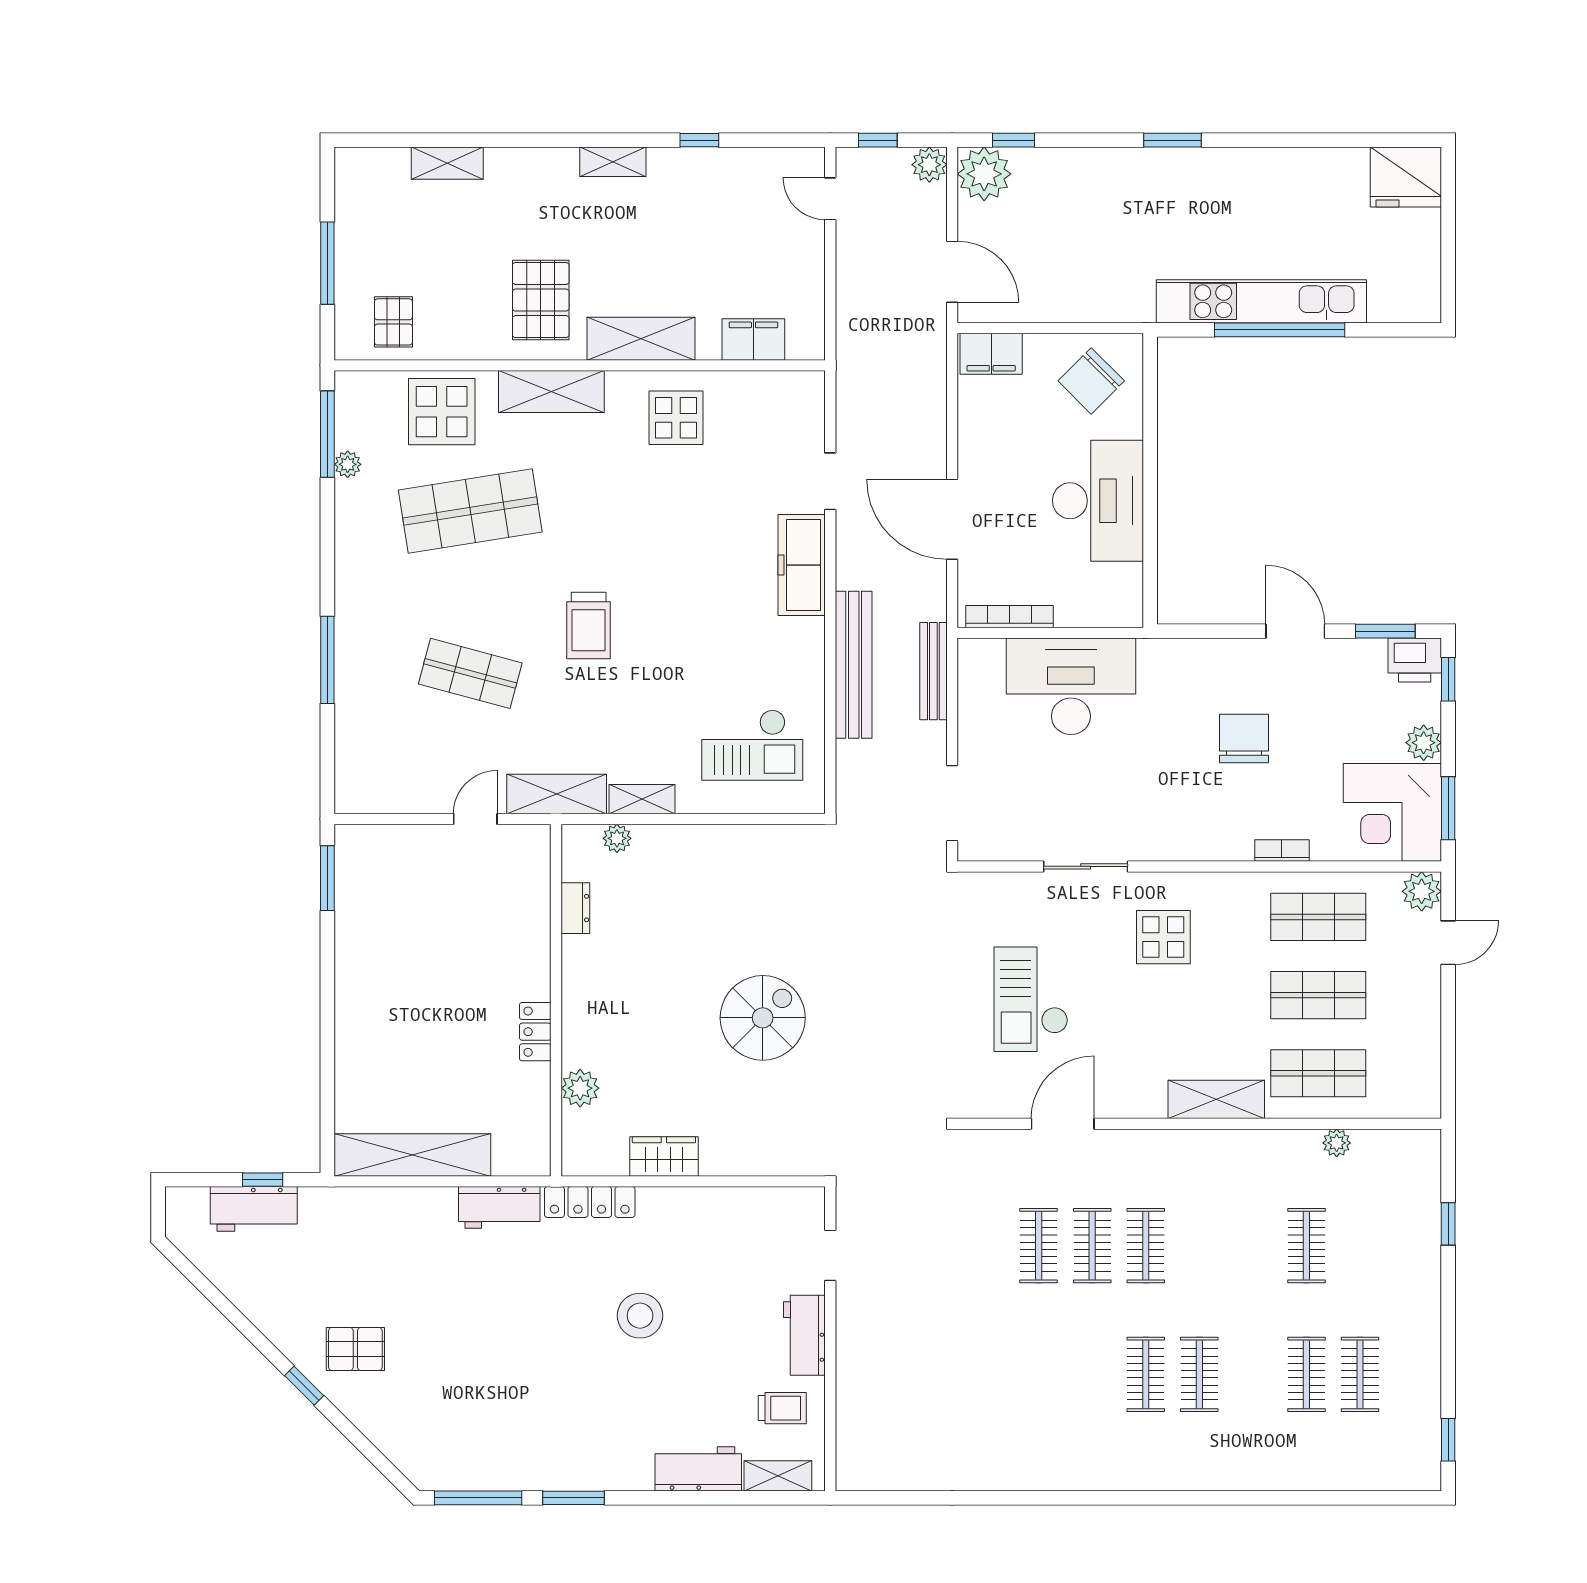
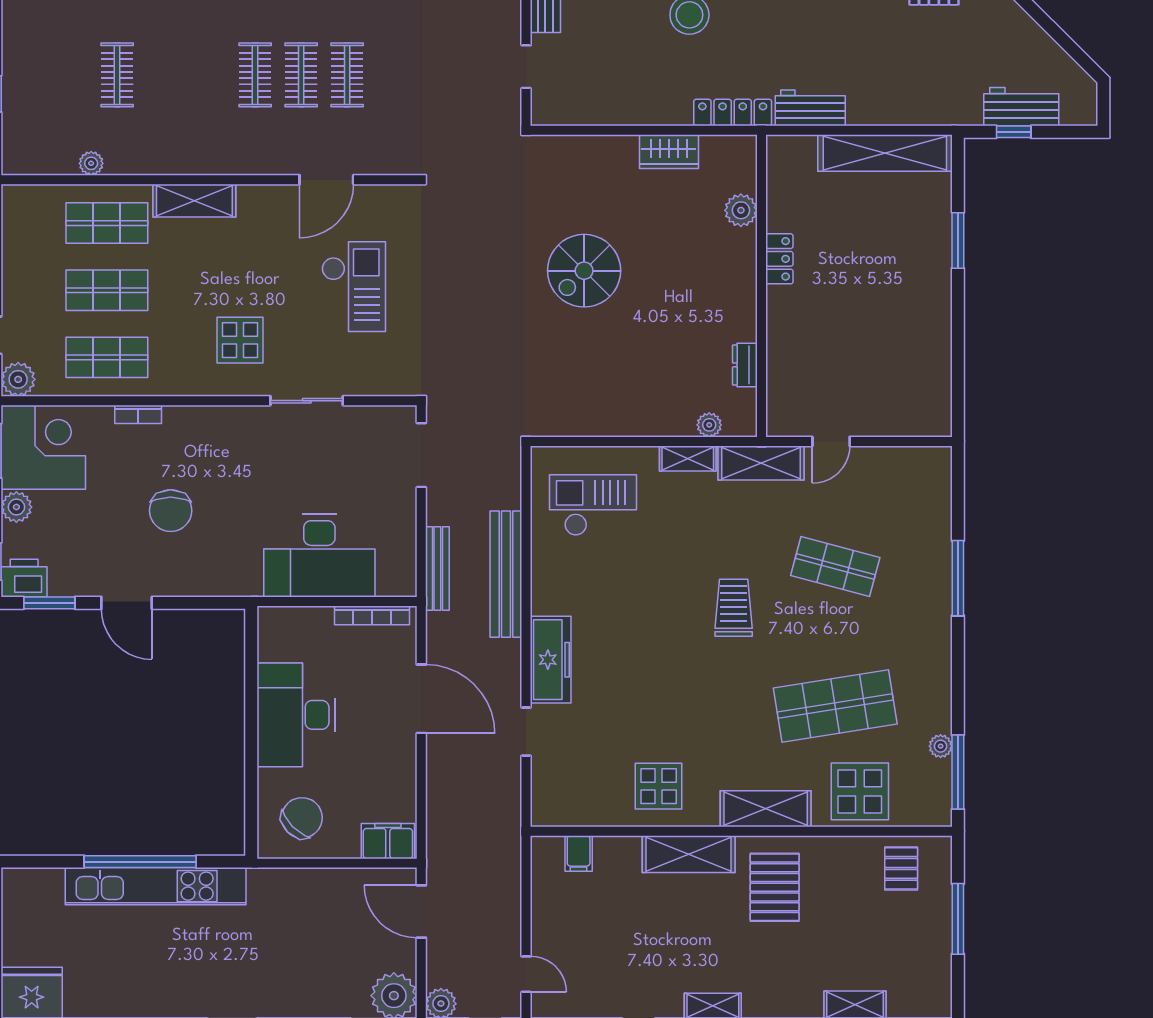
filing cabinet: (753, 339) -> (579, 853), width x0.50
window: (327, 878) -> (958, 240), moved

